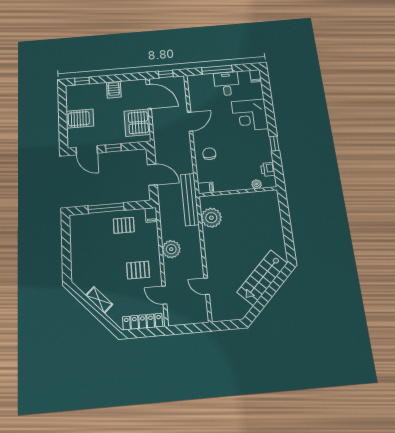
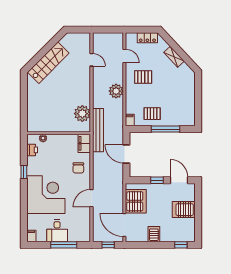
corner desk: (250, 115) -> (46, 195), width x1.36, depth x1.36
filing cabinet: (206, 188) -> (84, 143), width x2.00
locker: (143, 322) -> (147, 38), width x0.66

